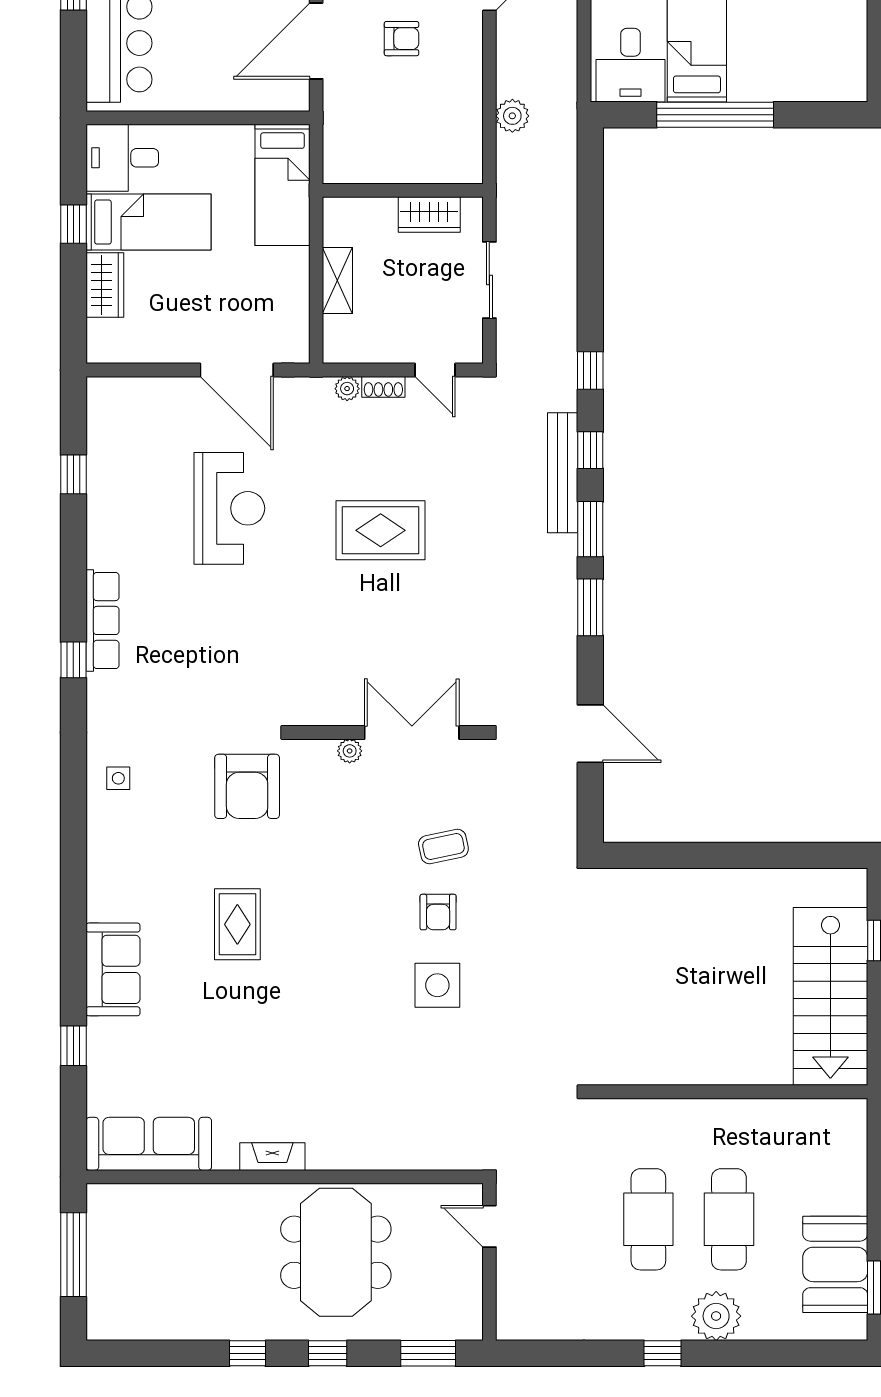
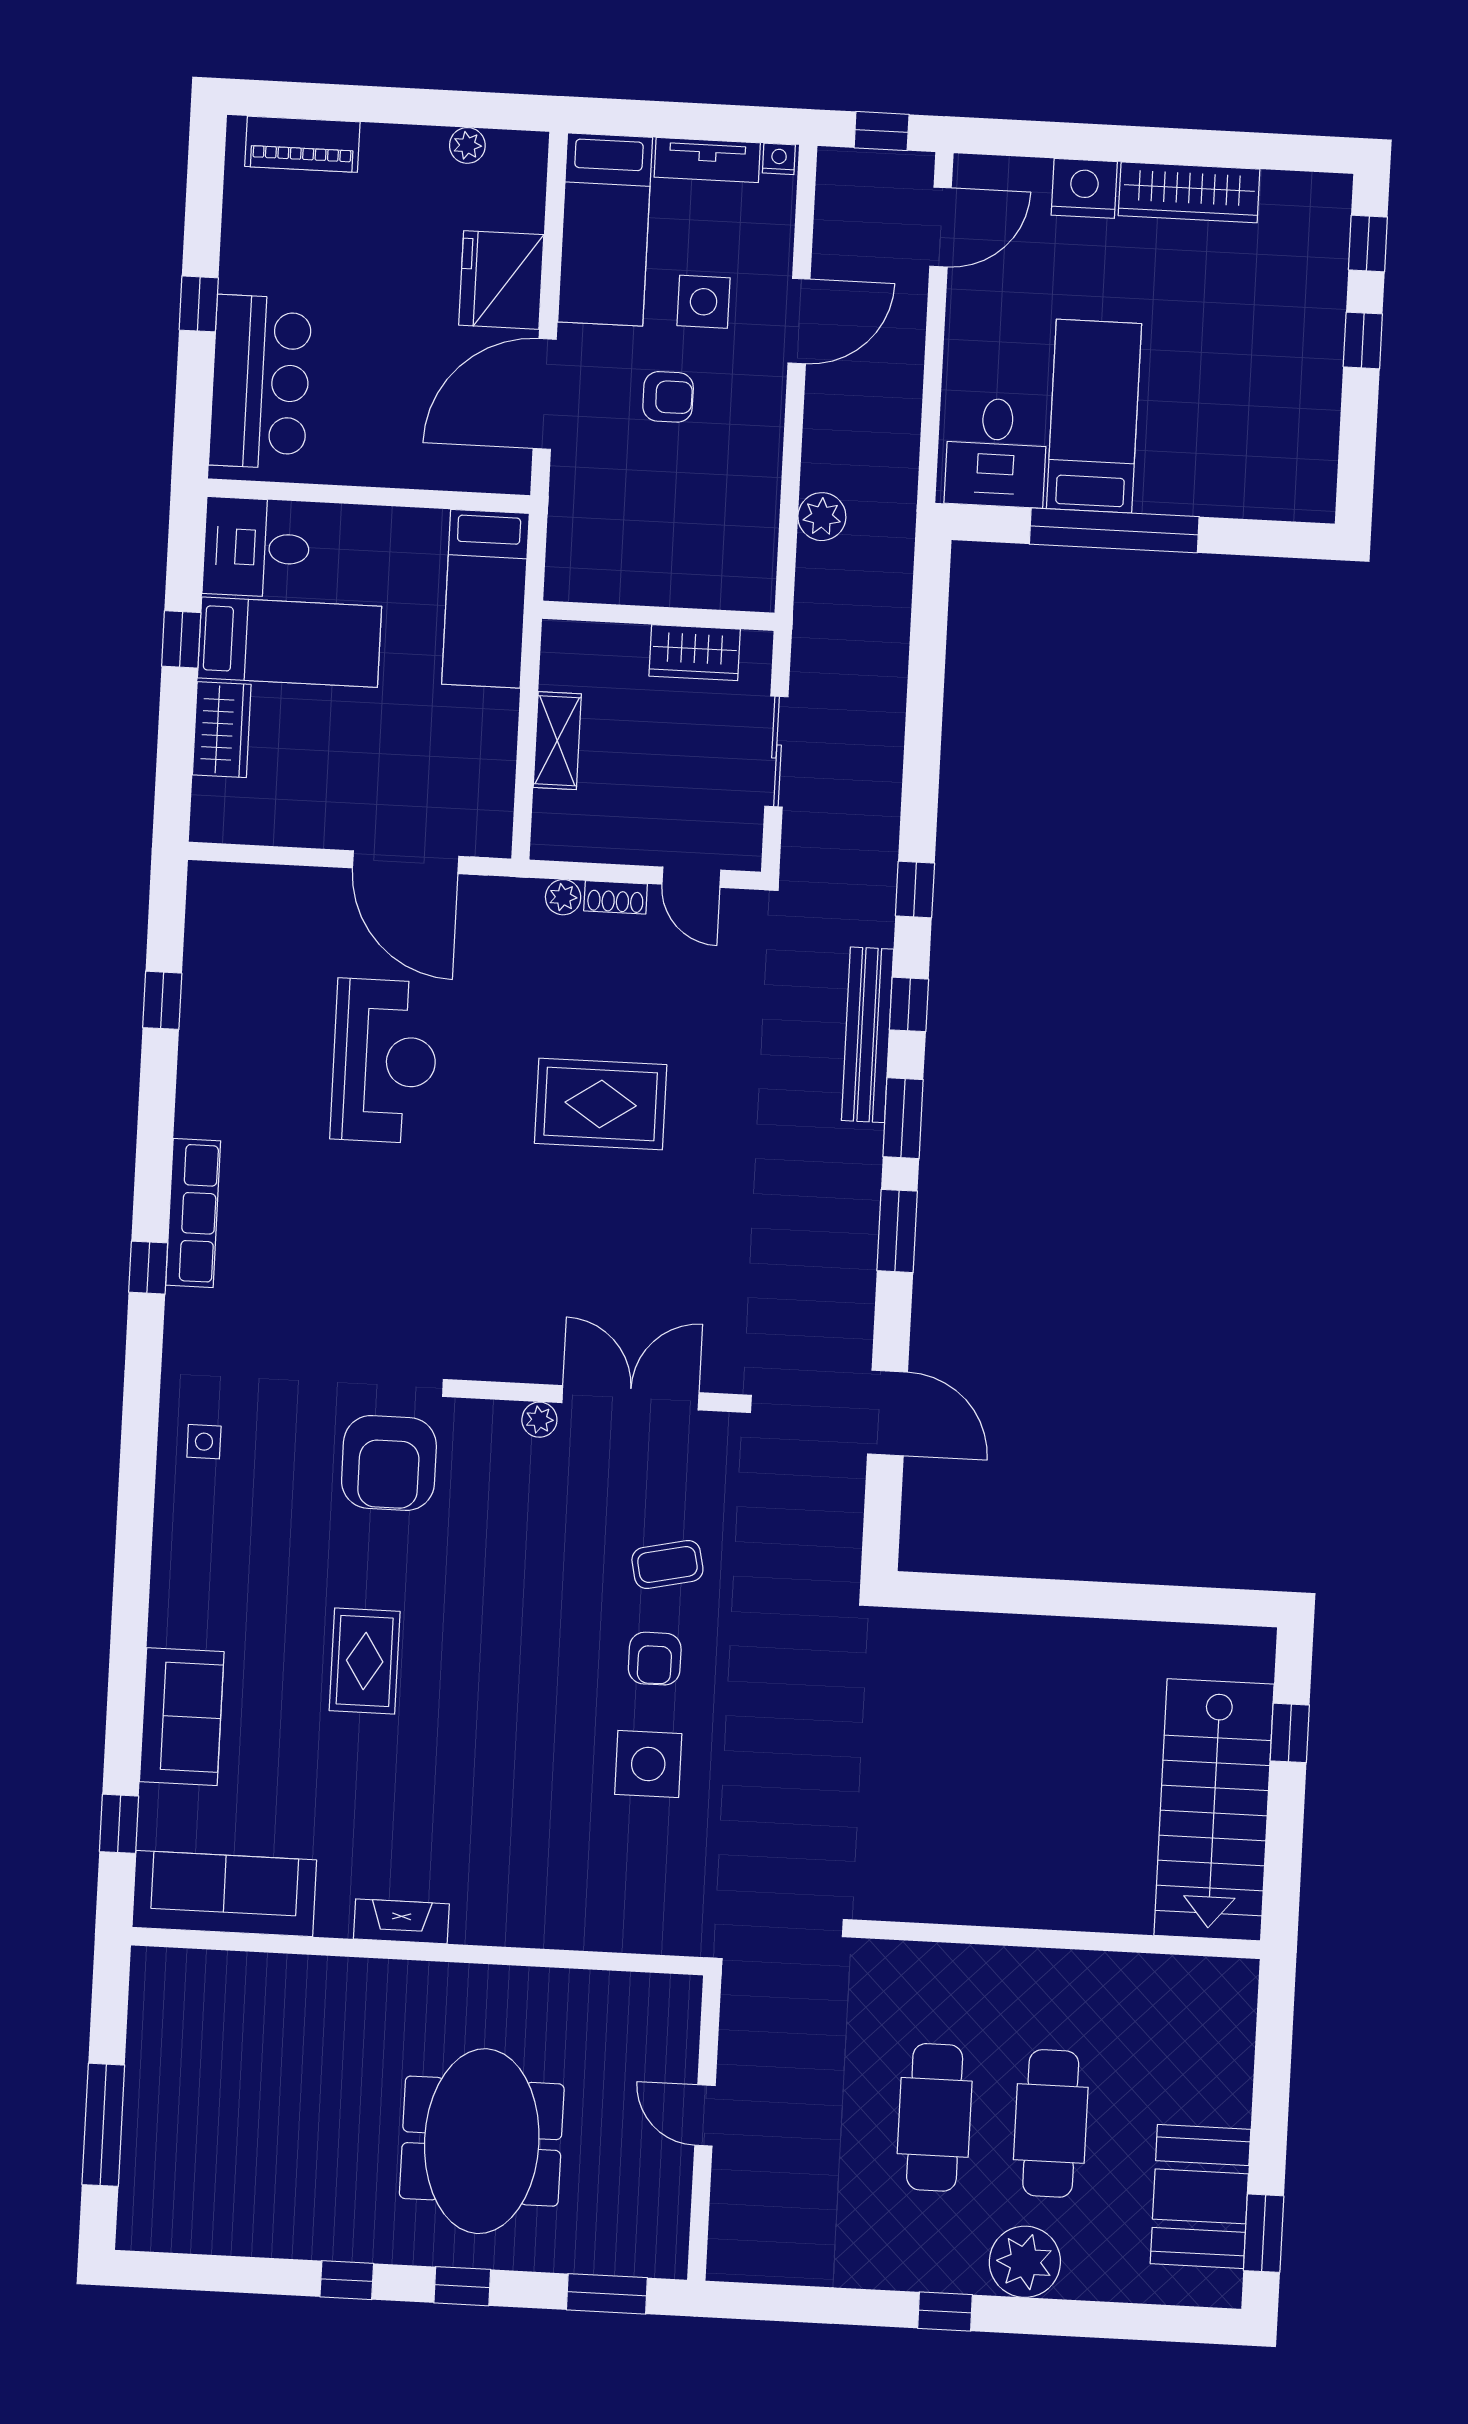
sofa: (149, 1144) -> (224, 1894), moved
fireplace: (272, 1157) -> (401, 1921), moved
wall: (285, 1177) -> (418, 1951), moved

